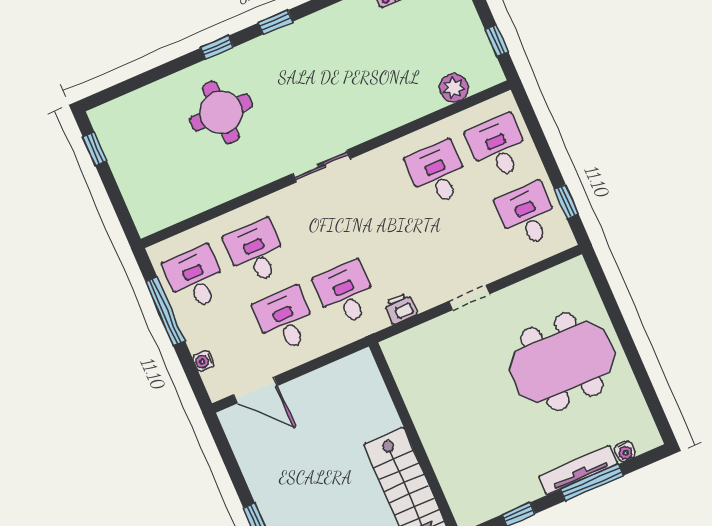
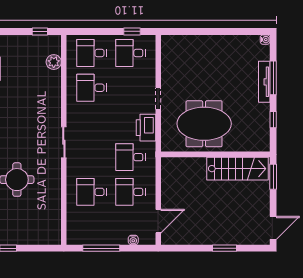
desk: (195, 278) -> (92, 227), removed
printer: (400, 308) -> (146, 128), width x1.87, depth x1.48
meeting table: (562, 362) -> (204, 124), moved, turned 90
water cooler: (625, 451) -> (265, 40), moved

